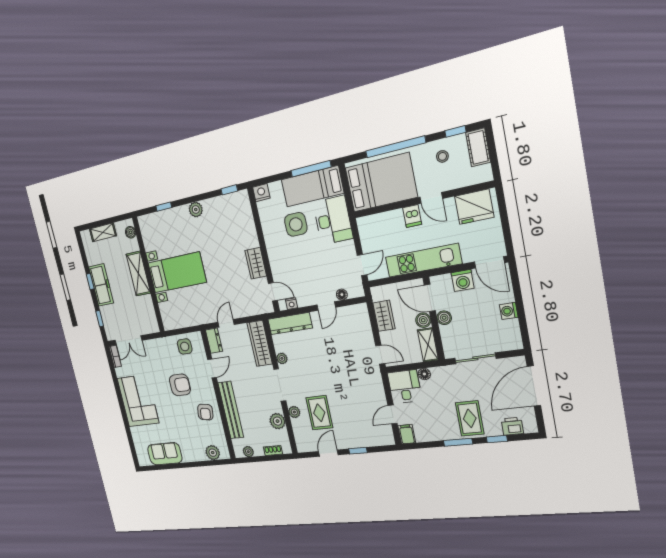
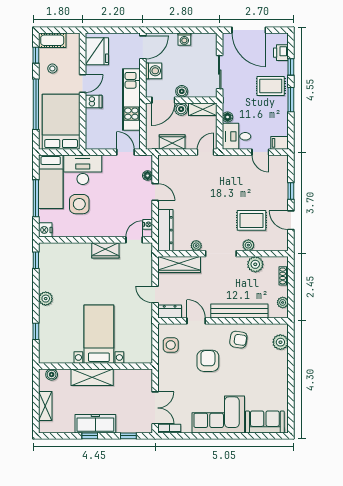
window: (311, 169) -> (36, 198), moved
sofa: (165, 454) -> (265, 422), moved, turned 90

